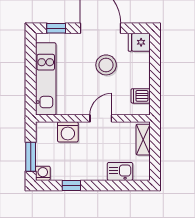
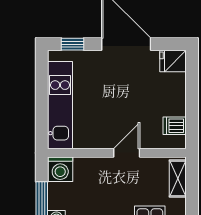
stool: (106, 65) -> (133, 88), removed
washing machine: (68, 132) -> (60, 169), moved

